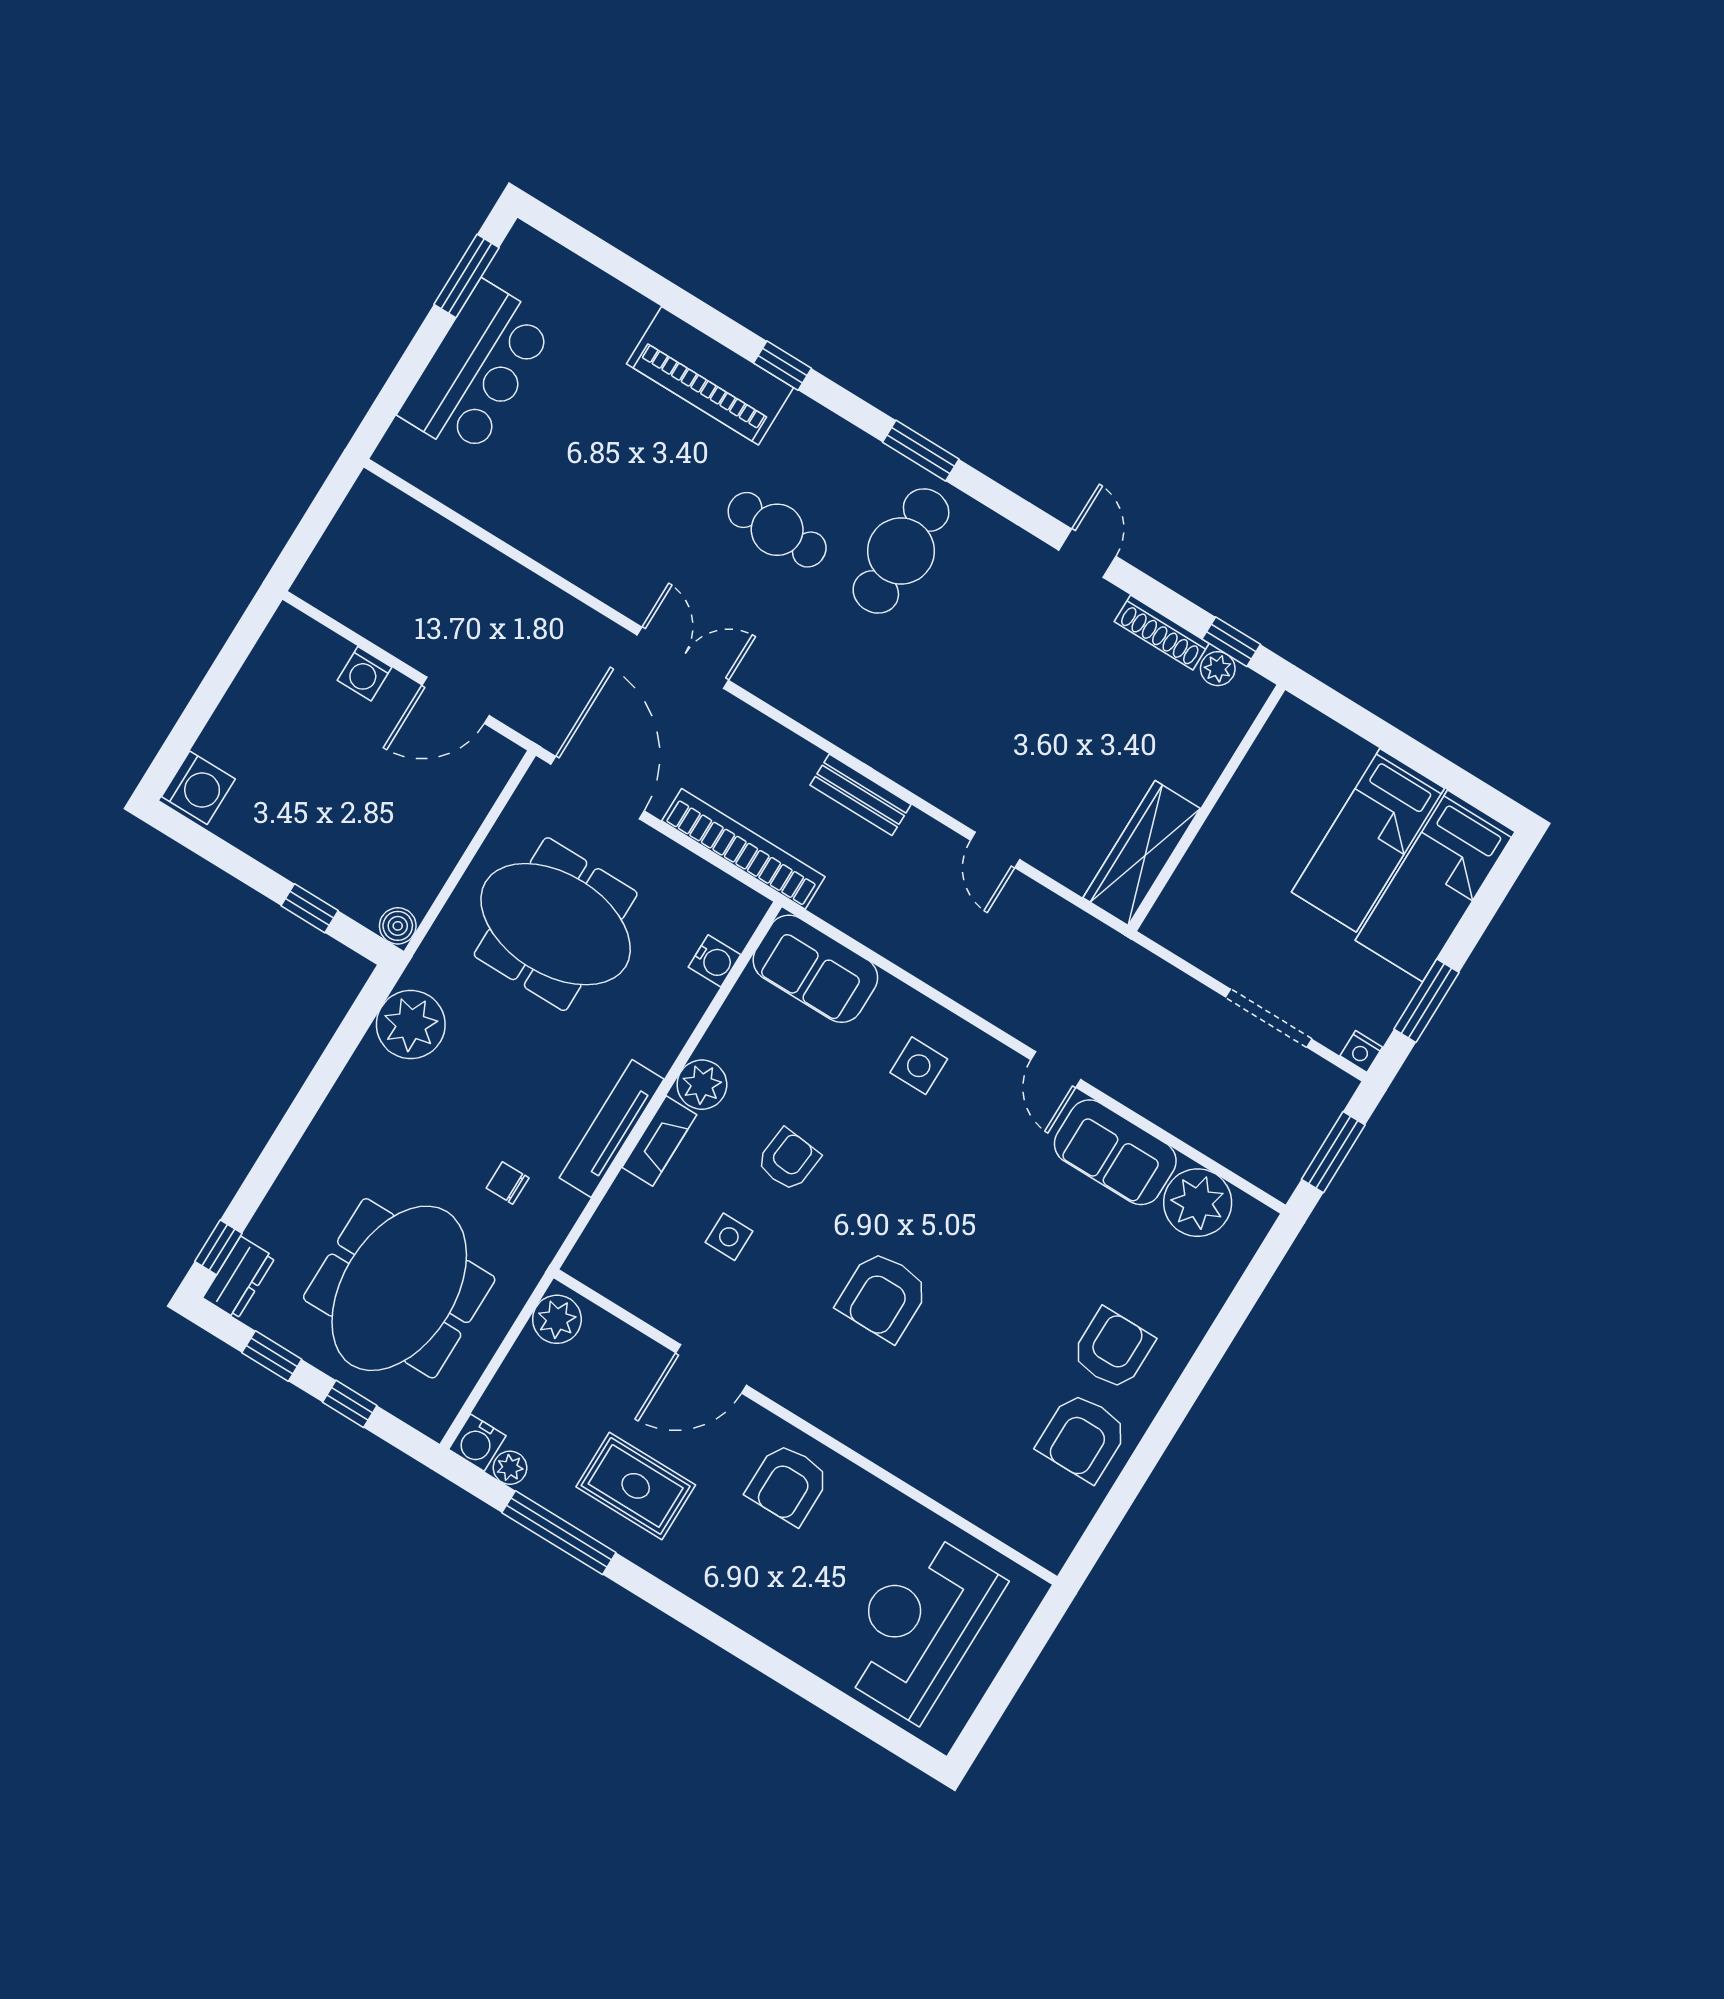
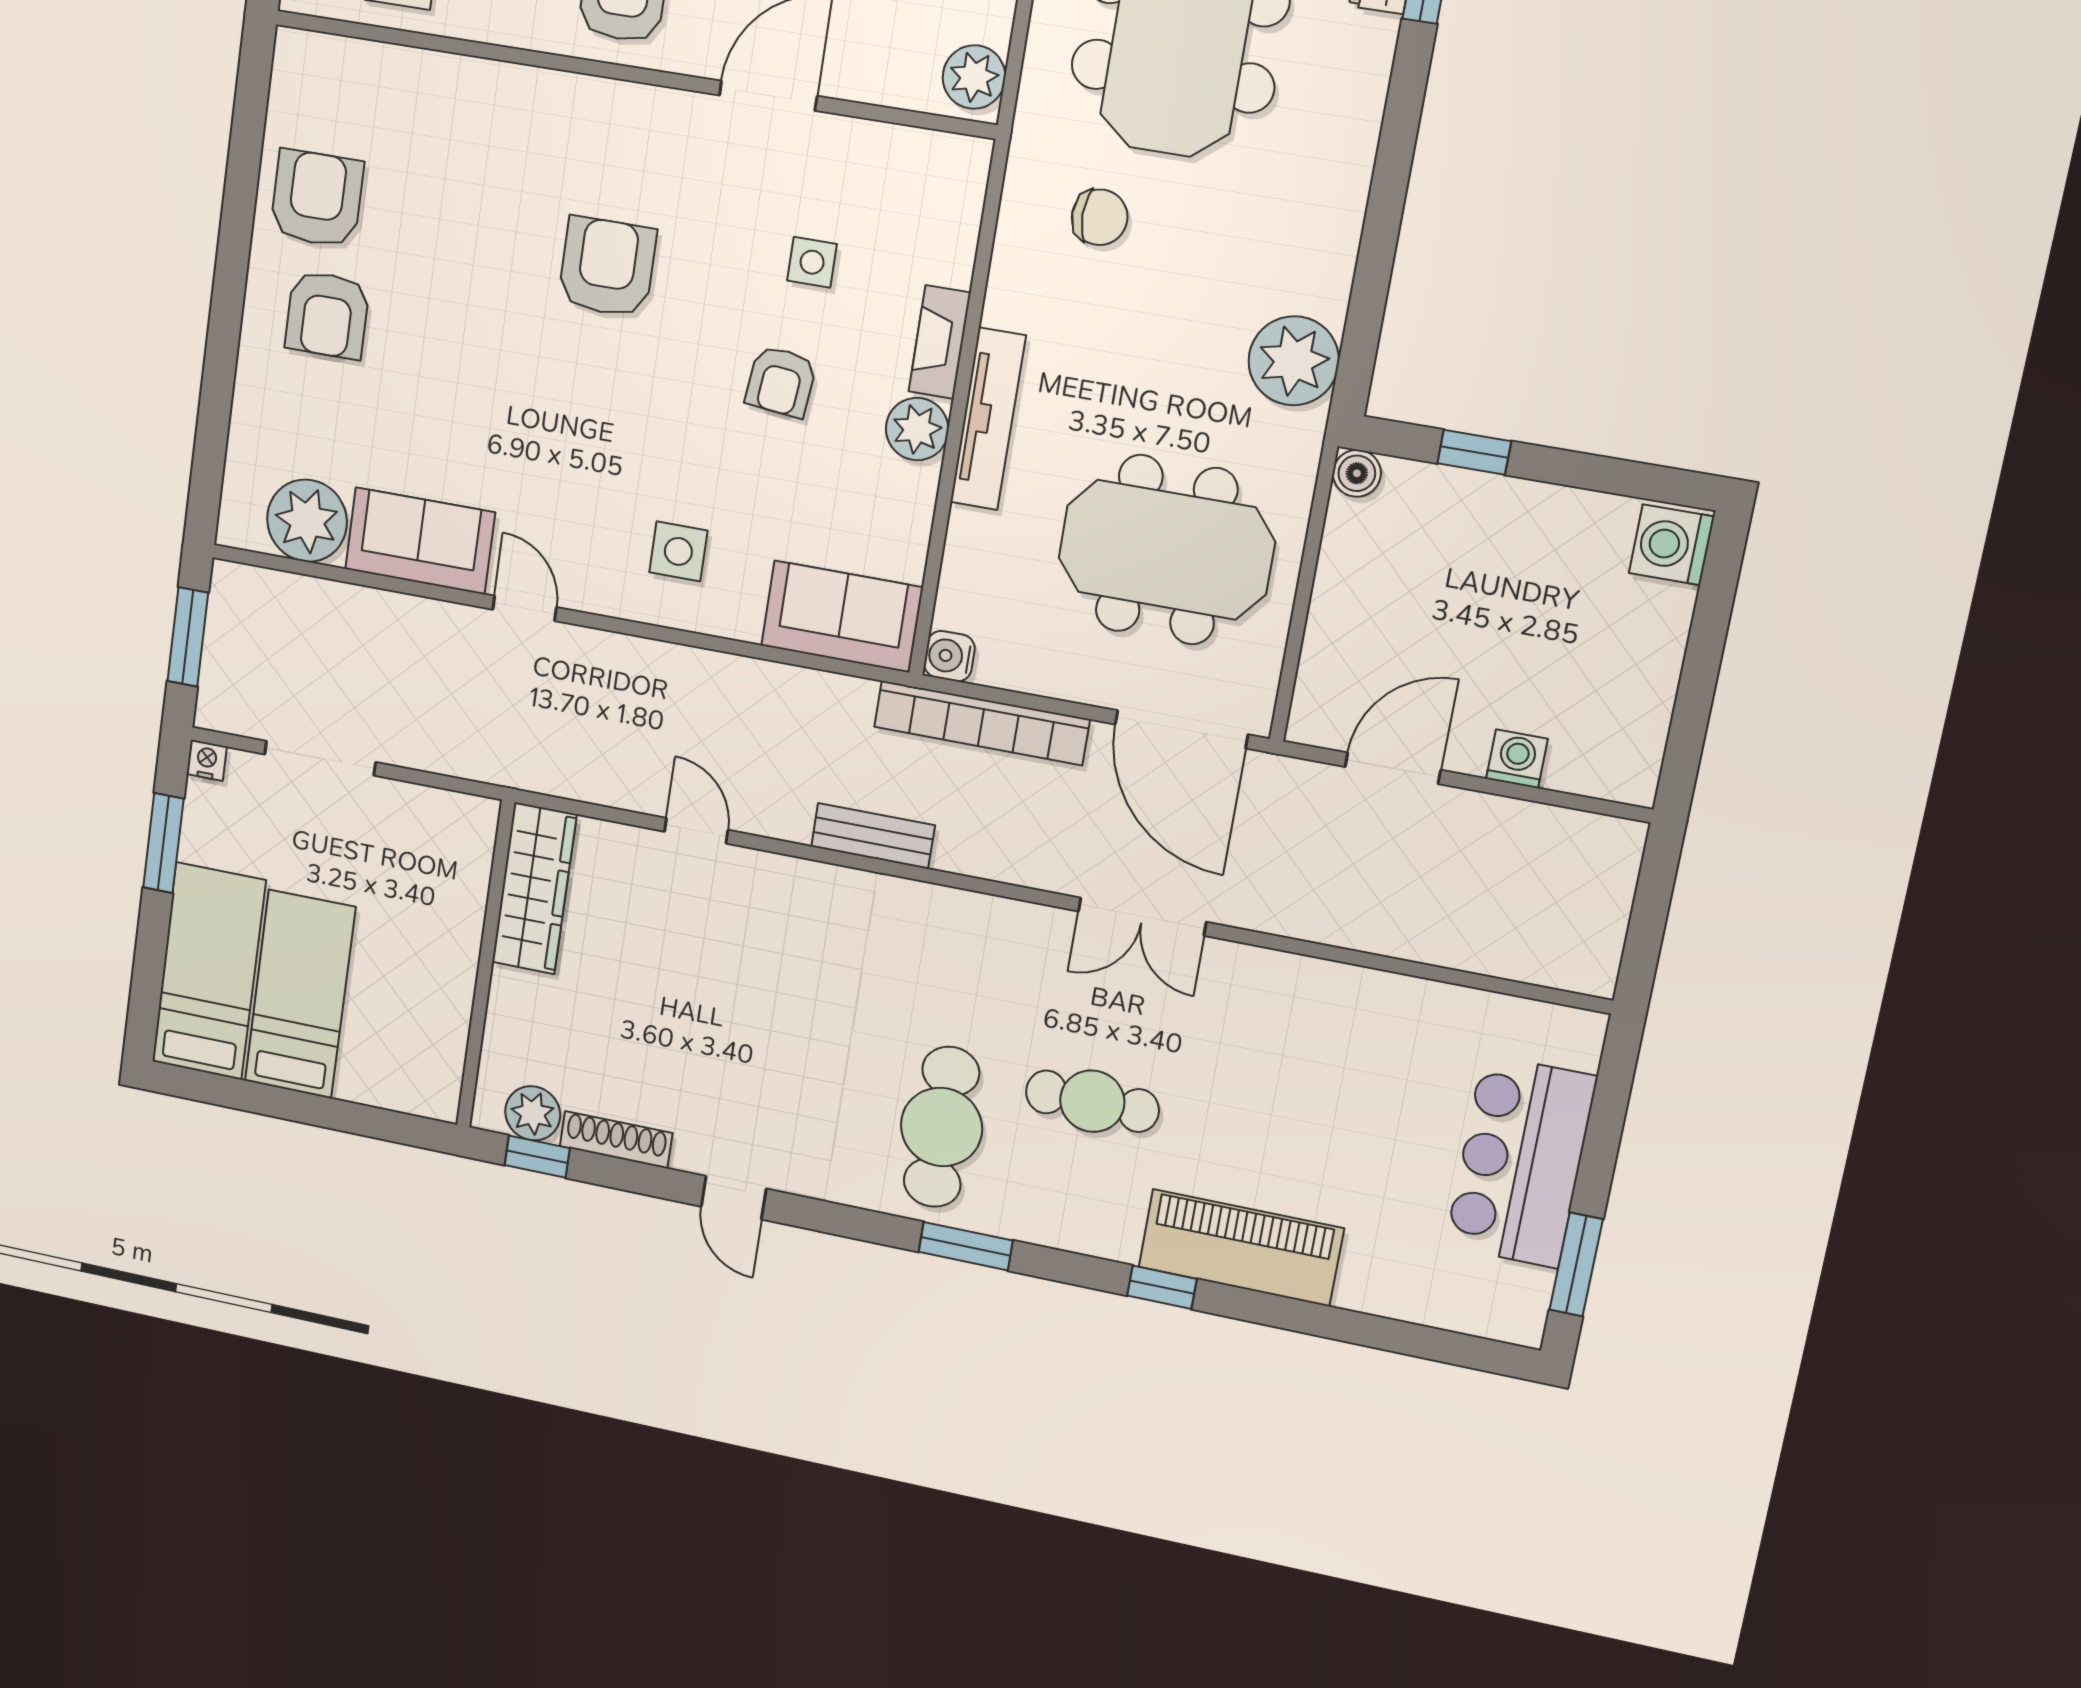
plant: (1218, 669) -> (533, 1113), width x1.38, depth x1.38
water cooler: (715, 961) -> (949, 656), moved
tv unit: (612, 1129) -> (988, 419), moved
chair: (508, 1183) -> (1100, 217), width x1.37, depth x1.37

